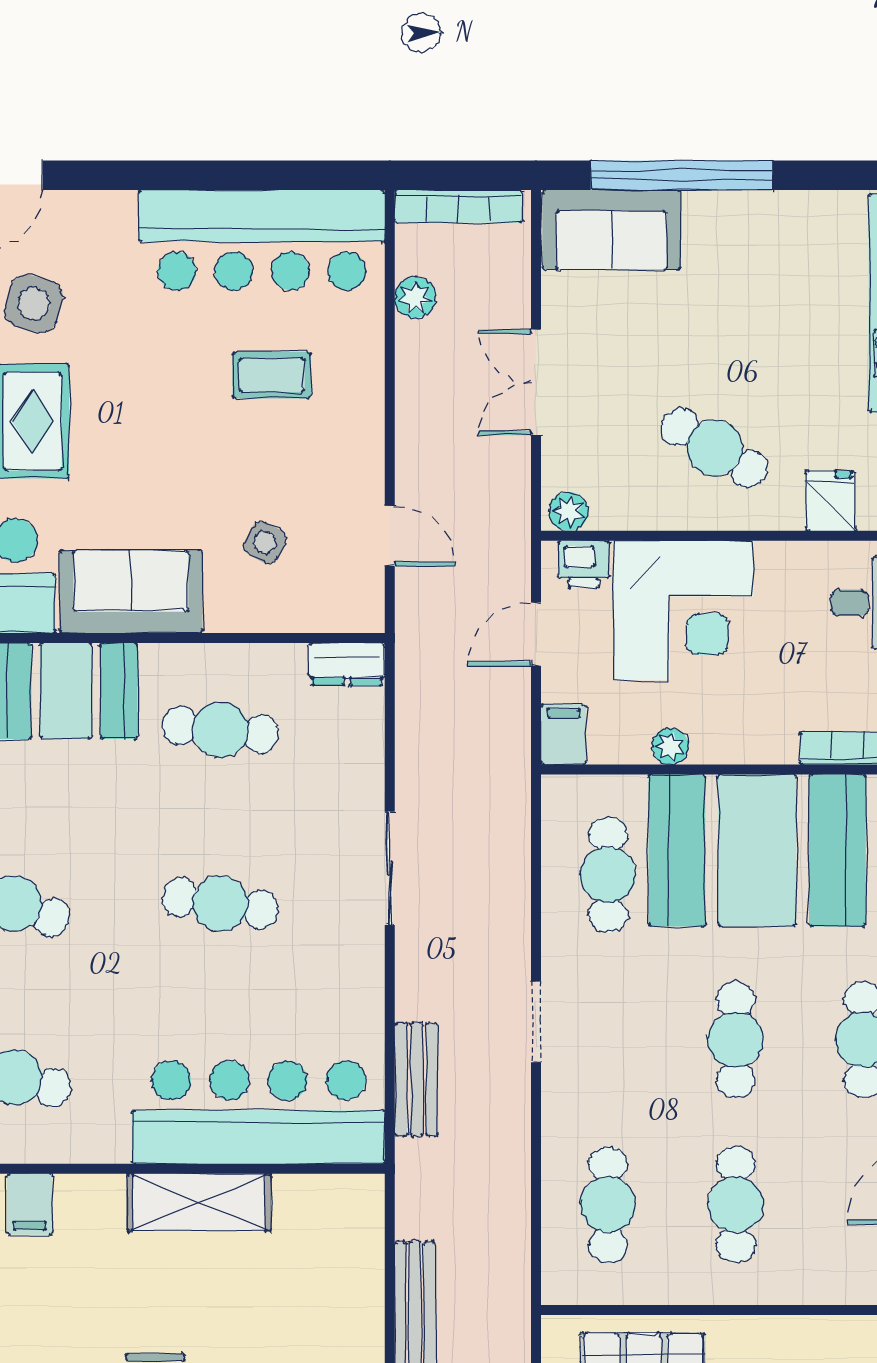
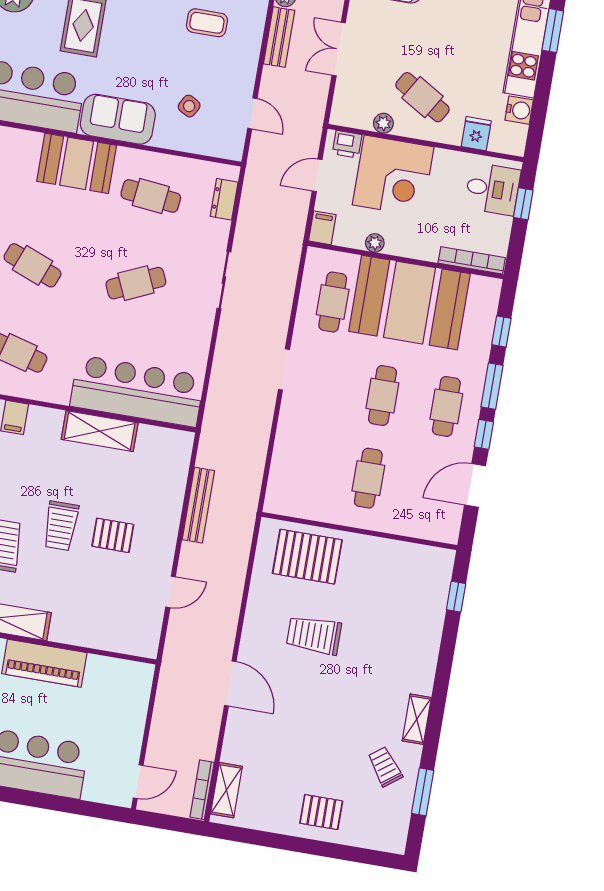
plant: (569, 511) -> (383, 123), moved
dresser: (347, 664) -> (224, 199), moved, turned 90
cafe table: (220, 903) -> (136, 283), turned -33
bench: (416, 1080) -> (279, 37), moved
cafe table: (608, 1205) -> (304, 467), removed

